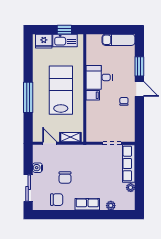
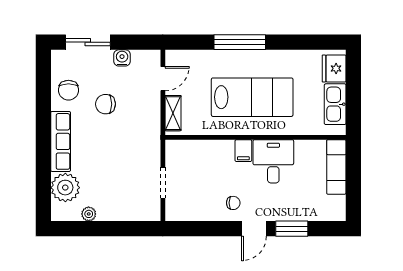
window: (64, 30) -> (353, 103), removed
exam couch: (119, 40) -> (336, 167), moved
row of seats: (129, 163) -> (129, 211), removed
row of seats: (87, 204) -> (61, 141), width x1.48
plant: (111, 206) -> (65, 188), width x1.88, depth x1.88

